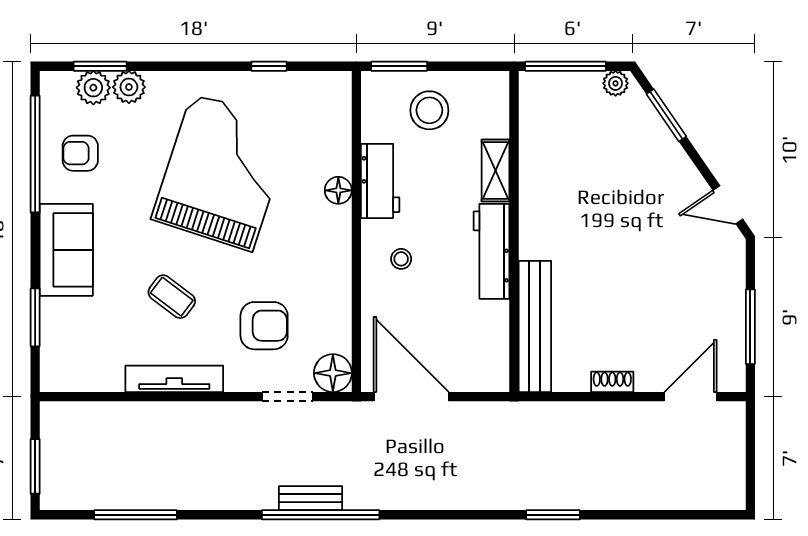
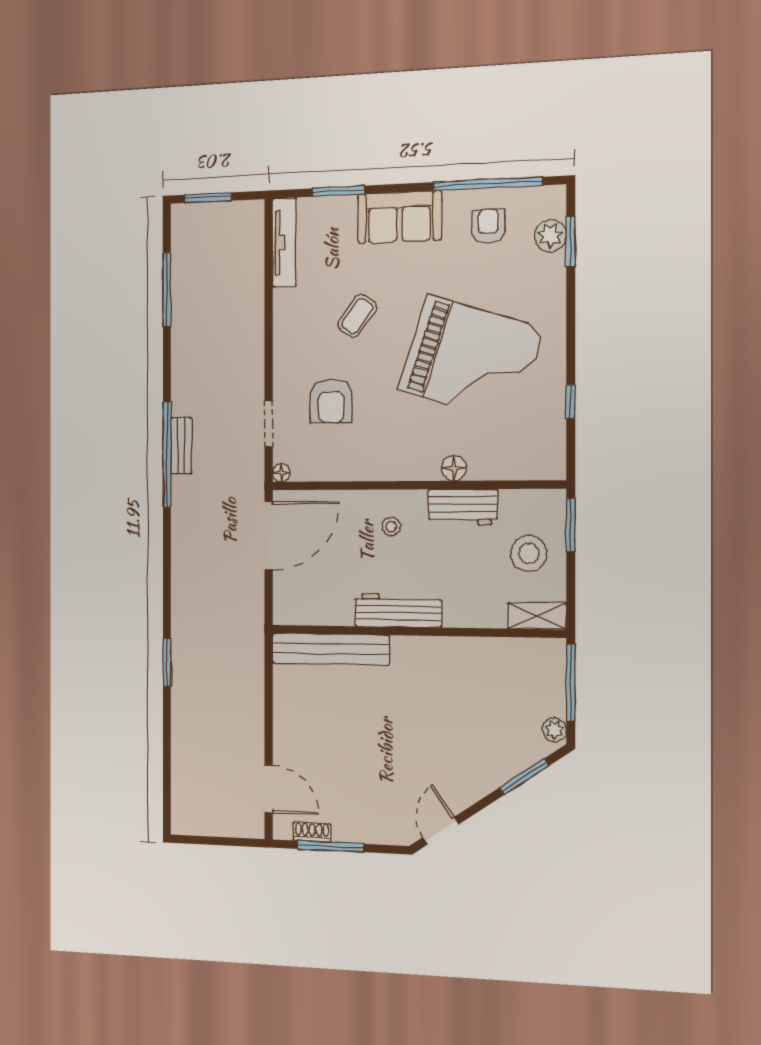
plant: (129, 87) -> (551, 269), removed
shelving: (496, 171) -> (537, 616), moved
floor lamp: (333, 373) -> (281, 473), width x0.53, depth x0.53
tv unit: (174, 379) -> (284, 242), moved
shoe rack: (612, 382) -> (312, 832), moved, turned -90

